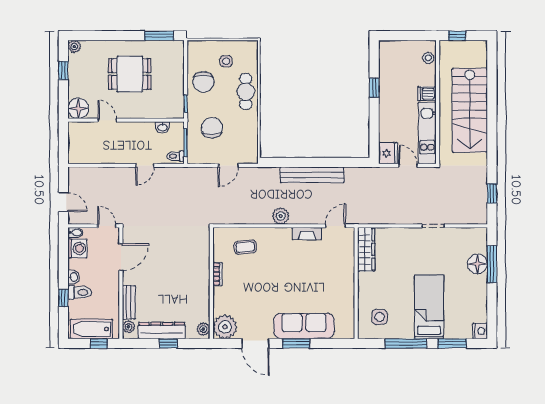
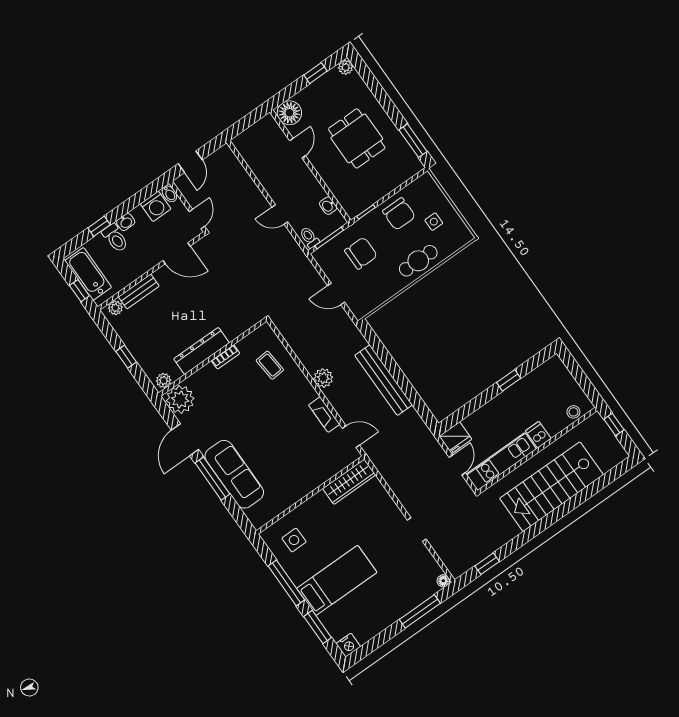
chair: (203, 82) -> (399, 214), turned -90
floor lamp: (477, 264) -> (443, 581), moved, width x0.53, depth x0.53
dresser: (162, 331) -> (201, 351), moved, turned -90
window: (296, 343) -> (212, 479), width x1.44

